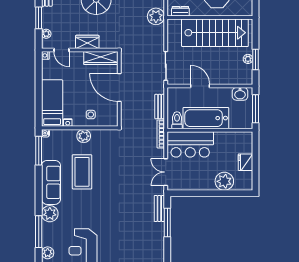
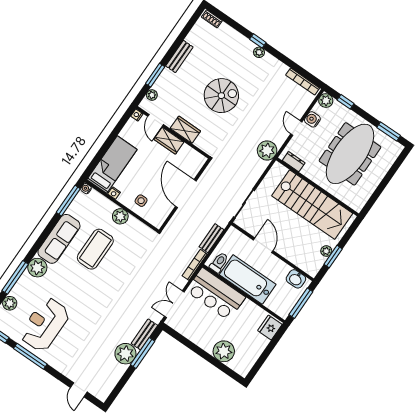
wardrobe: (101, 58) -> (169, 141), moved, width x0.67
fridge: (245, 162) -> (270, 328), moved
plant: (155, 232) -> (125, 354), added

